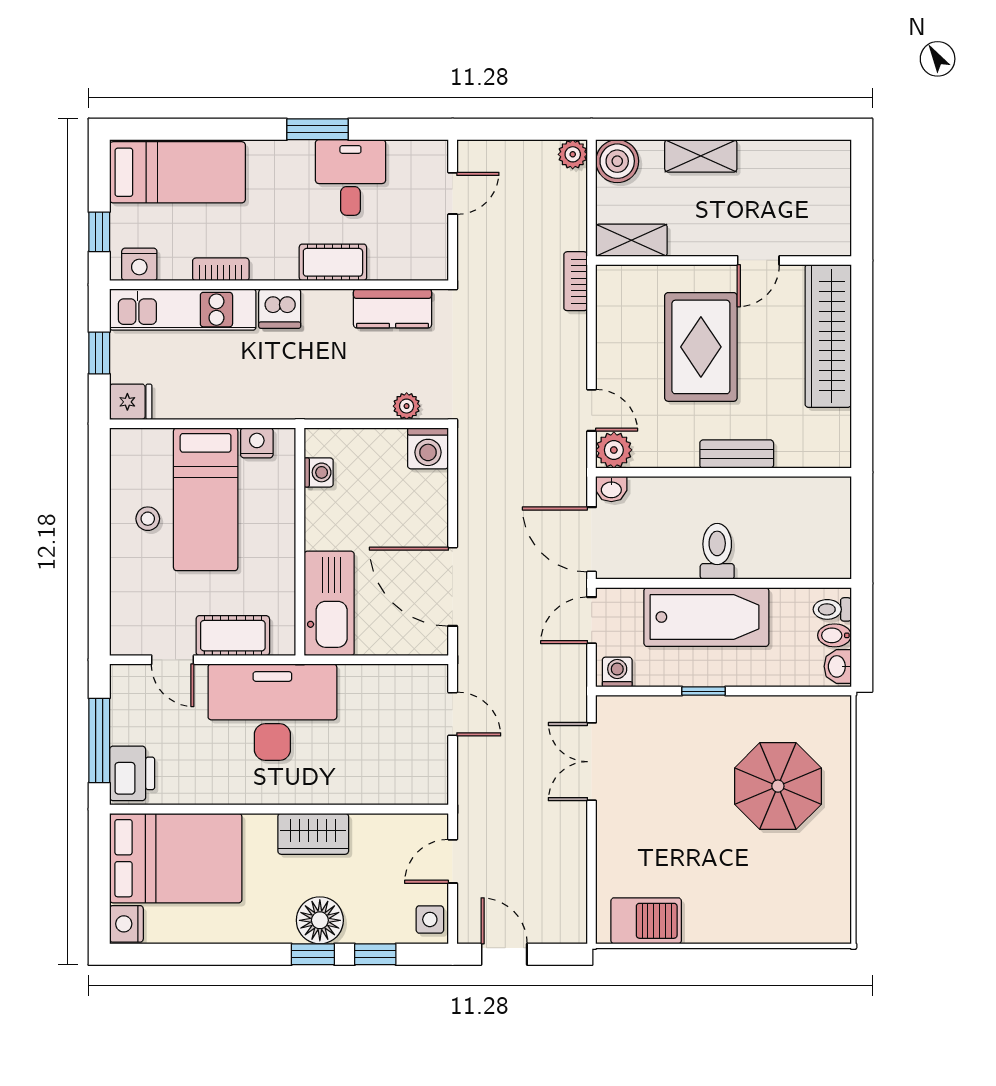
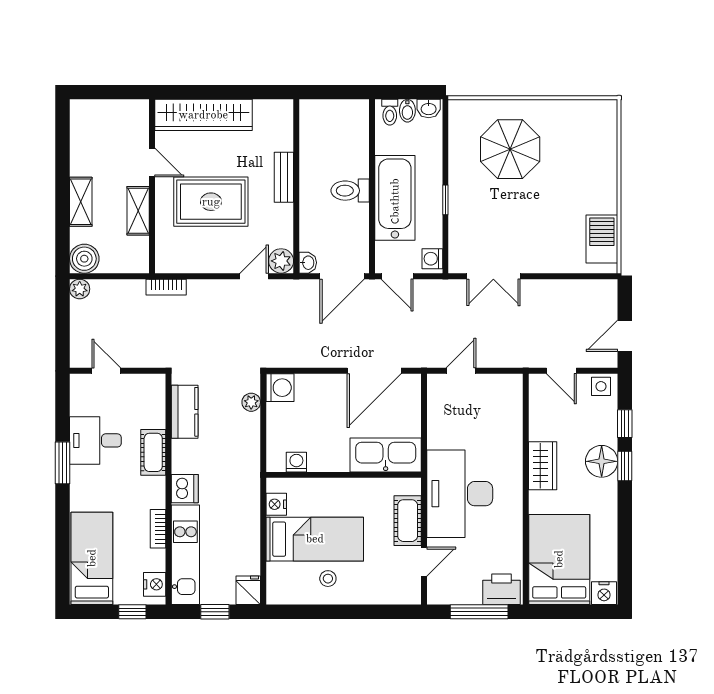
shelving: (631, 240) -> (138, 211), moved

